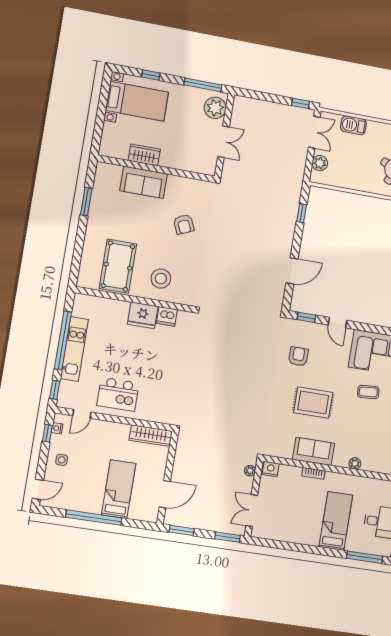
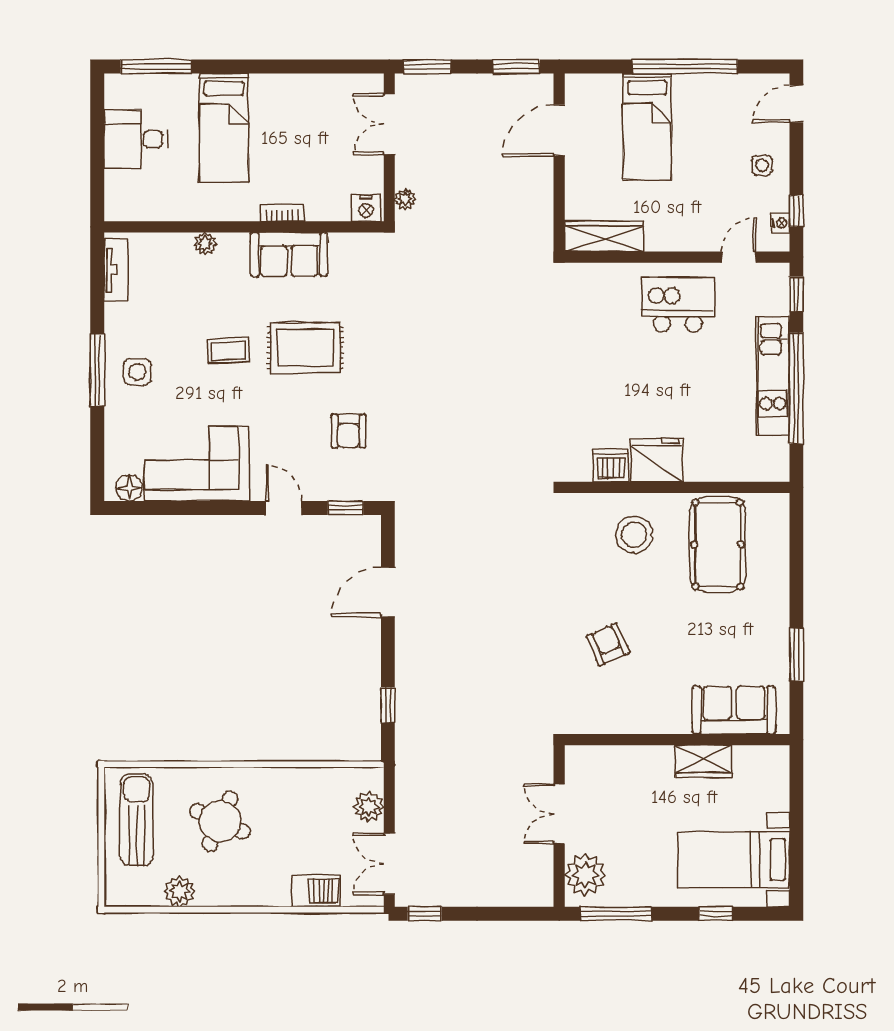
sofa: (144, 182) -> (734, 710), moved
coffee table: (368, 392) -> (228, 351), moved
double door: (252, 511) -> (389, 124), swing flipped

